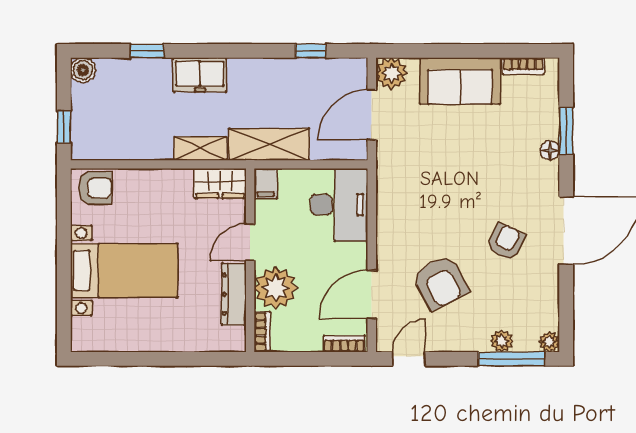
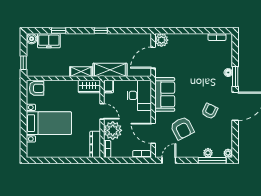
window: (311, 51) -> (101, 31), moved
freezer: (200, 75) -> (49, 41), moved
sofa: (460, 81) -> (165, 94), moved, turned -90
window: (566, 131) -> (235, 76), moved
door: (250, 242) -> (102, 111), swing flipped
dresser: (234, 294) -> (95, 144), moved
door: (372, 294) -> (153, 133), hinge flipped

